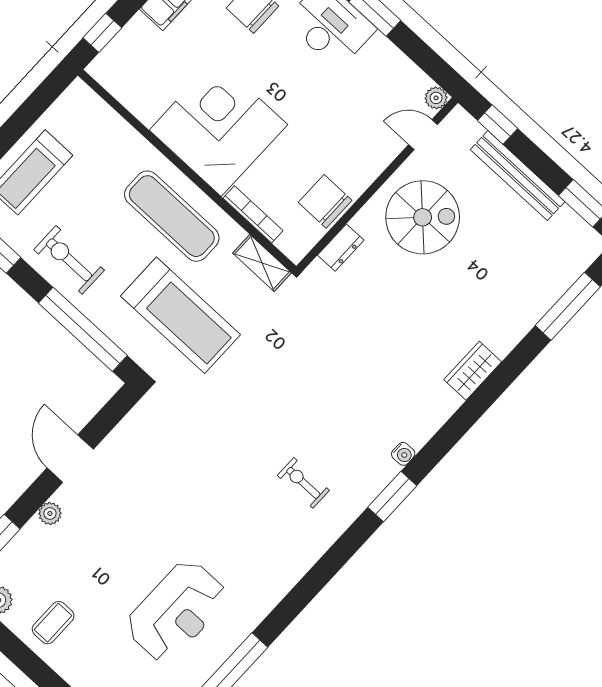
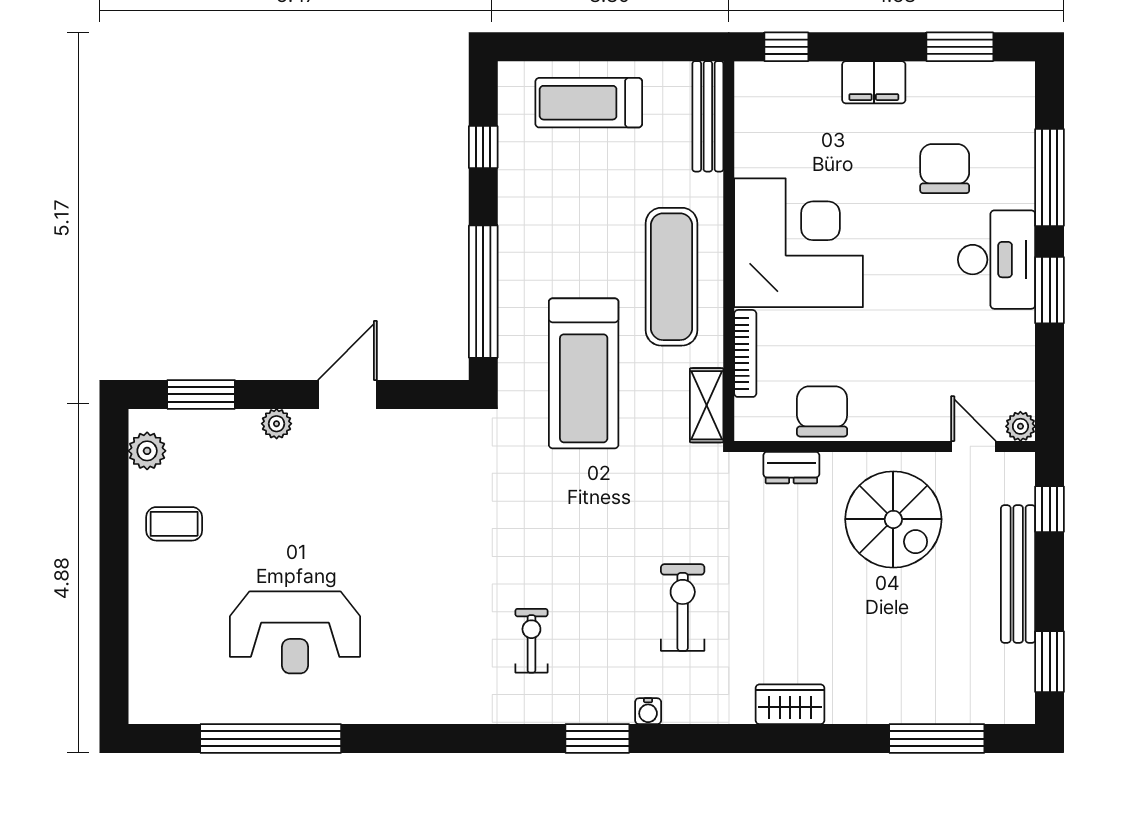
bench: (101, 113) -> (708, 116), added
exercise bike: (69, 260) -> (683, 608), moved

